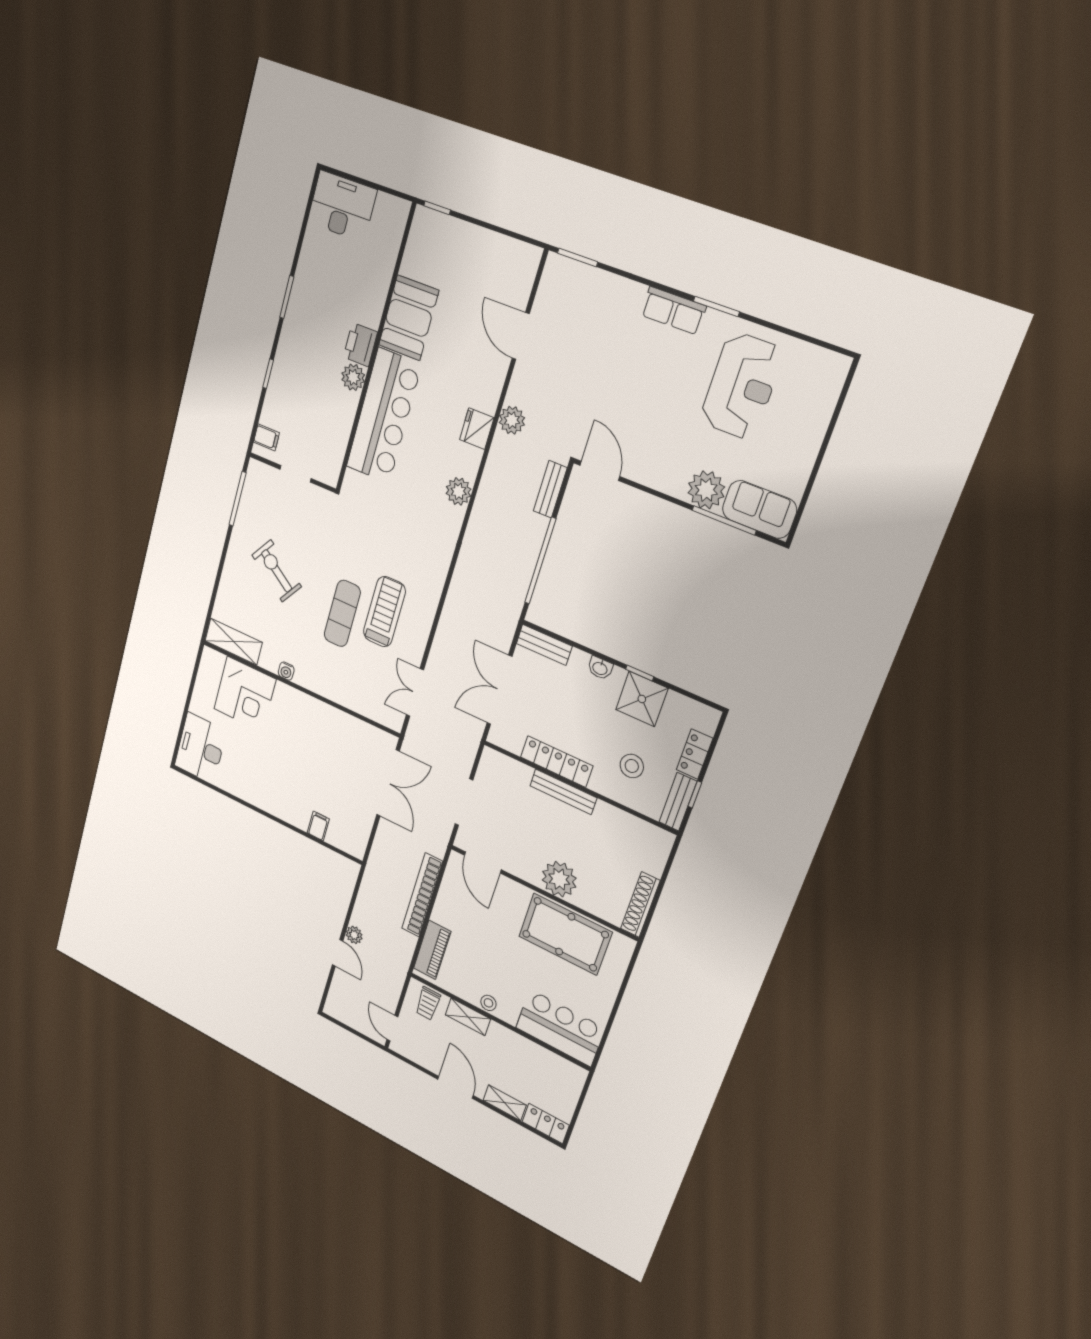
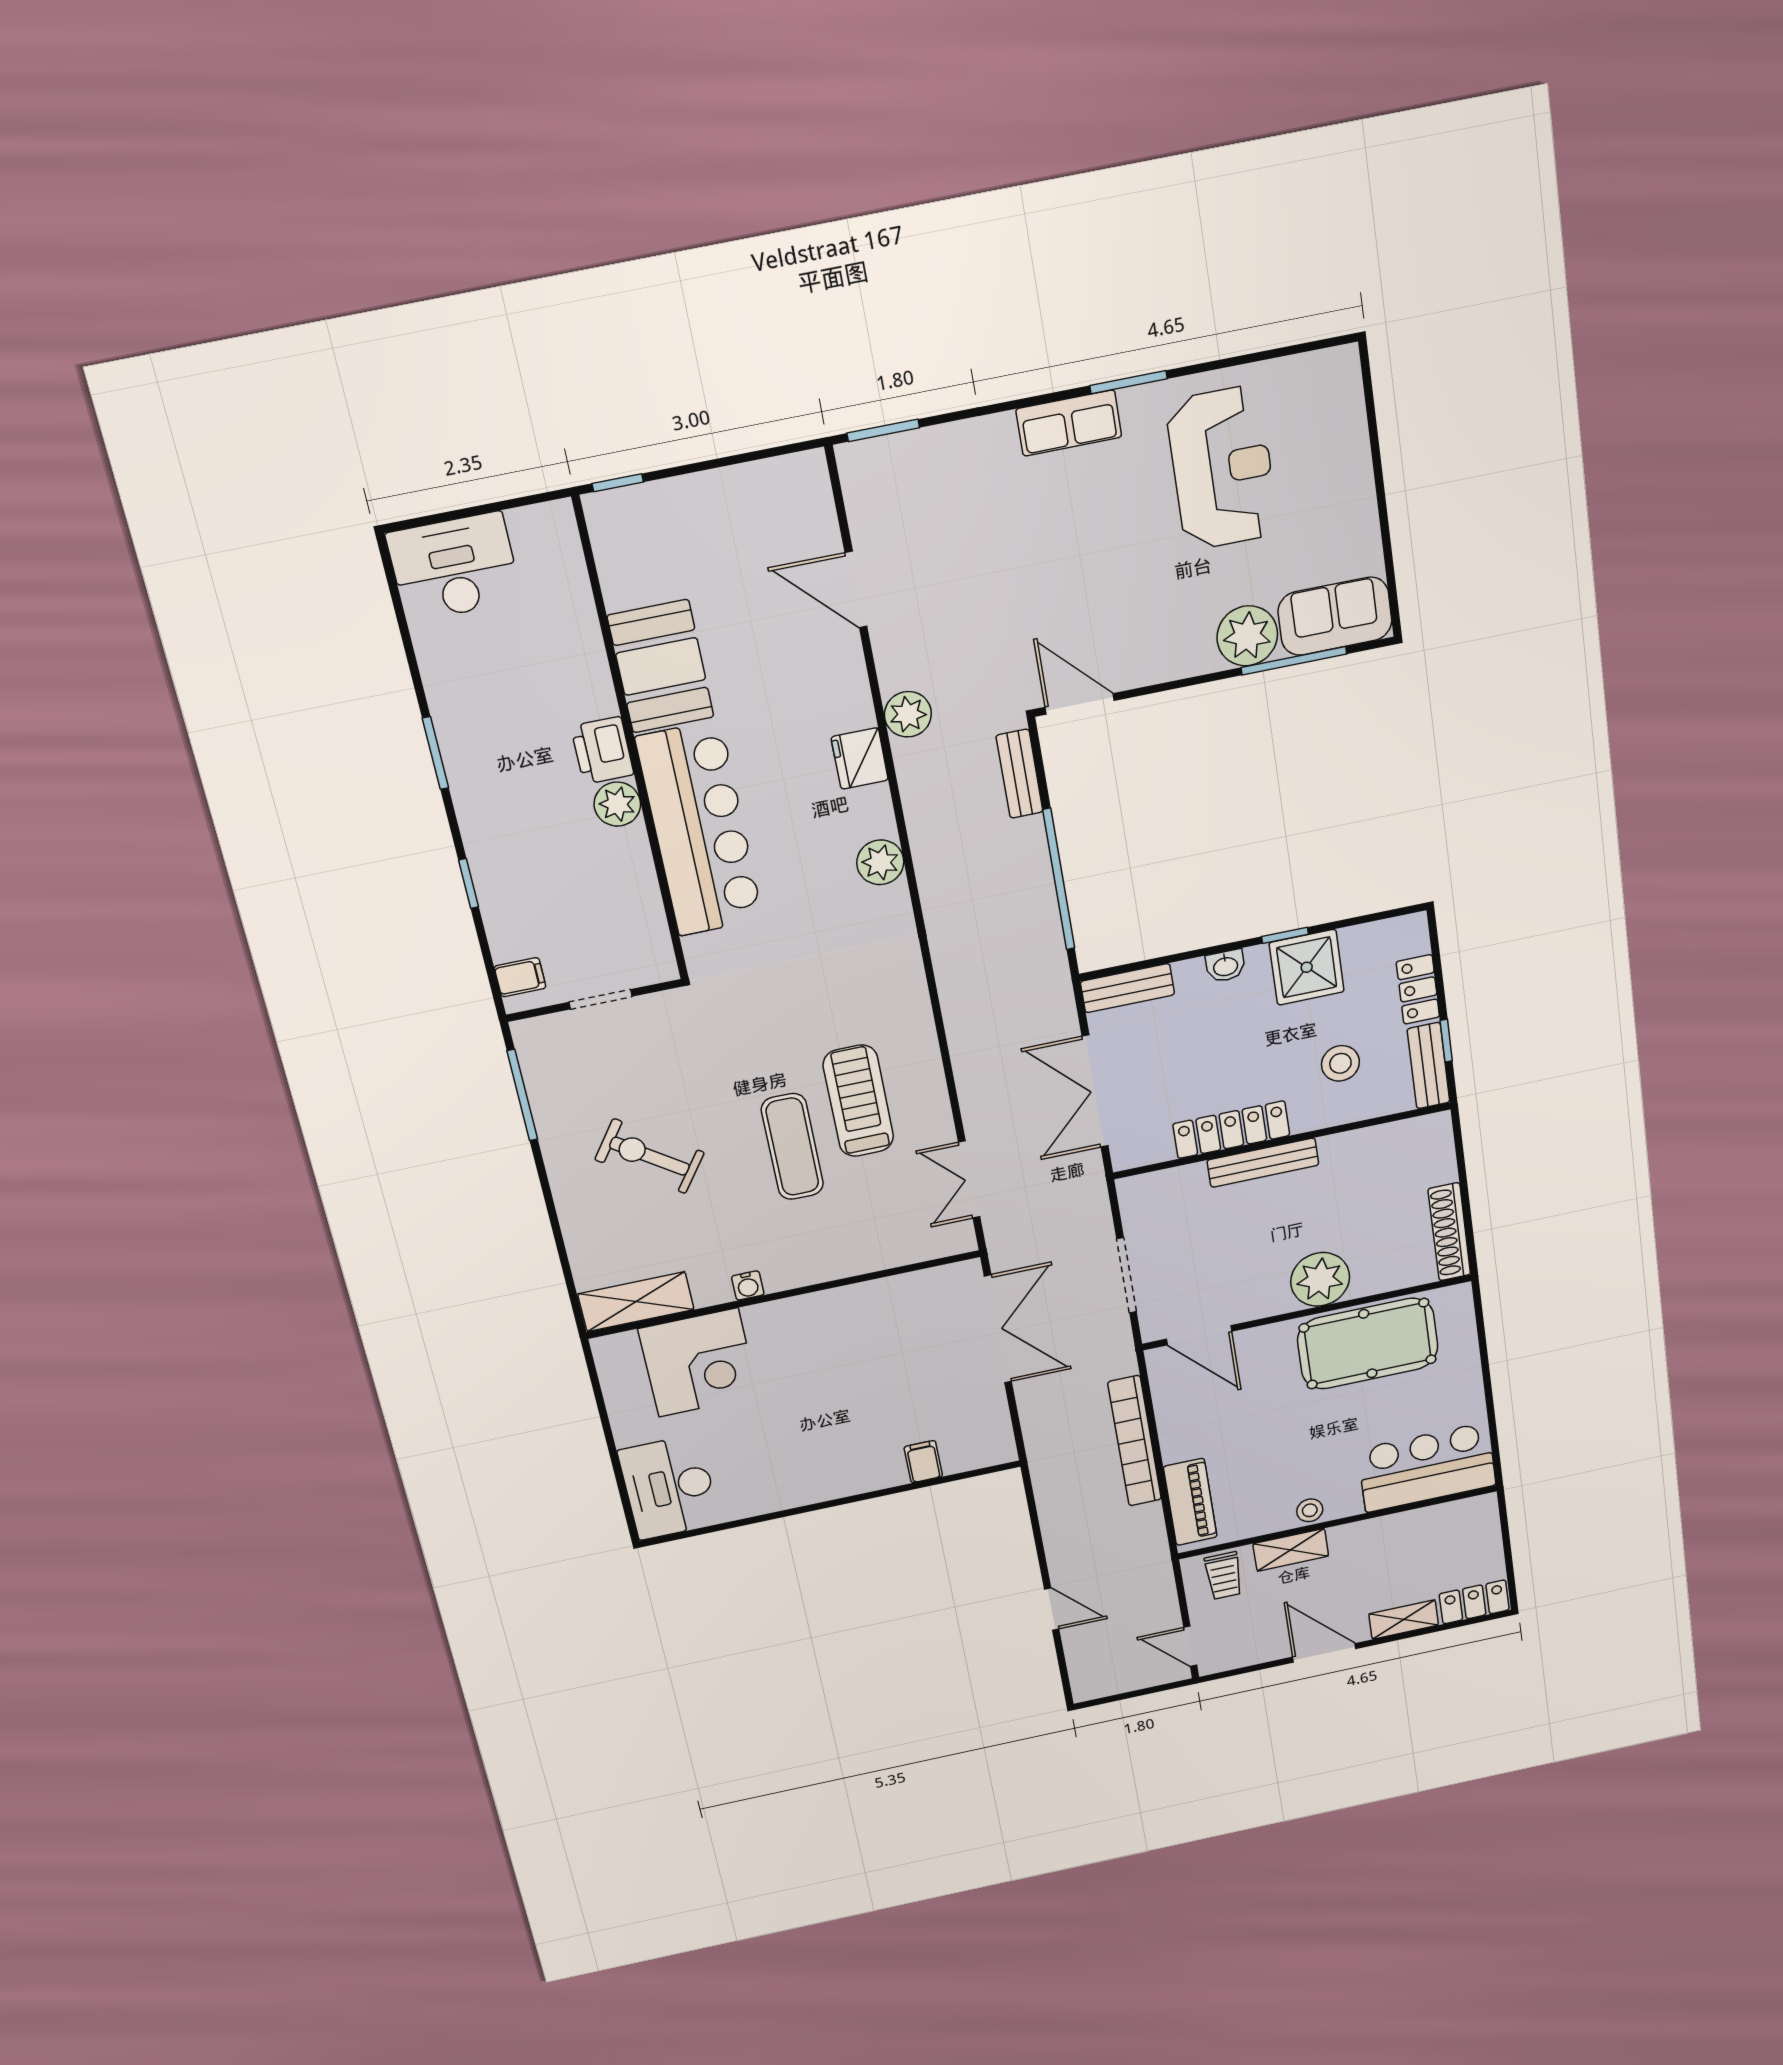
plant: (354, 935) -> (1063, 1567), removed

